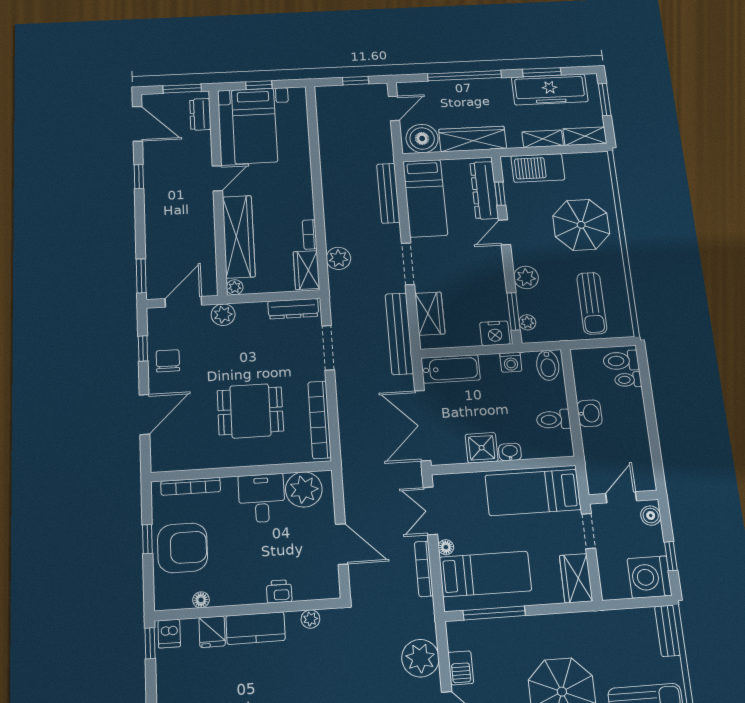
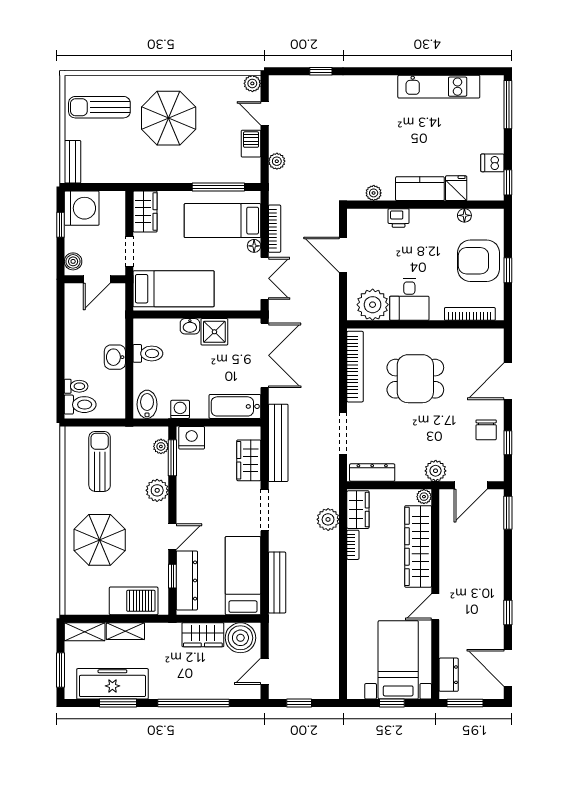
wardrobe: (473, 139) -> (203, 635), width x0.67
dishwasher: (169, 634) -> (492, 163), moved, turned -90
plant: (420, 658) -> (277, 161), width x0.53, depth x0.53

